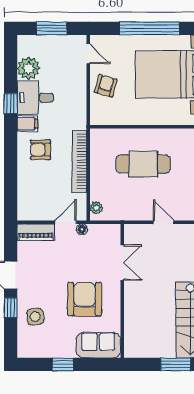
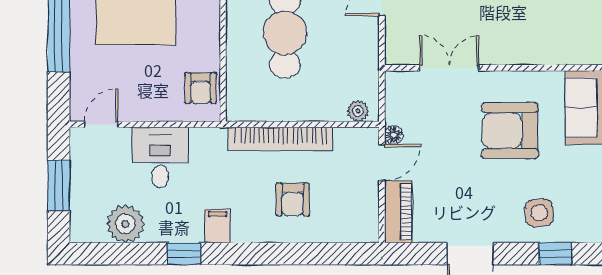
armchair: (106, 86) -> (201, 88), moved, turned -106
desk: (35, 98) -> (160, 157), moved, turned 180
armchair: (41, 150) -> (293, 199), moved
door: (66, 222) -> (382, 162), swing flipped
window: (11, 308) -> (555, 254), moved

